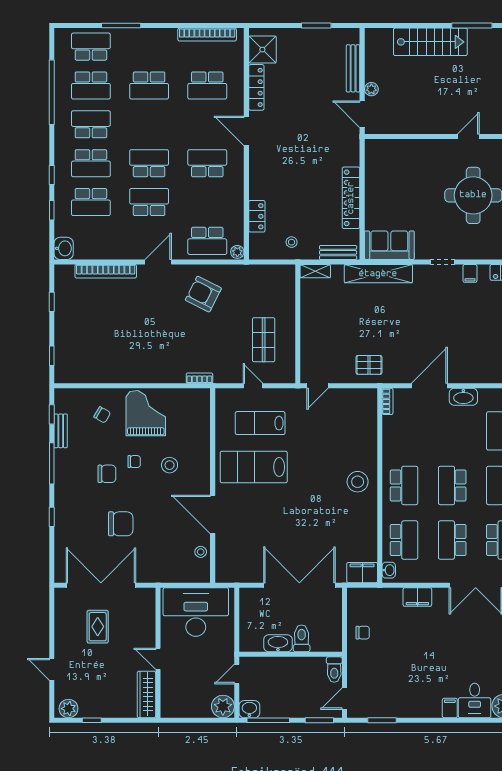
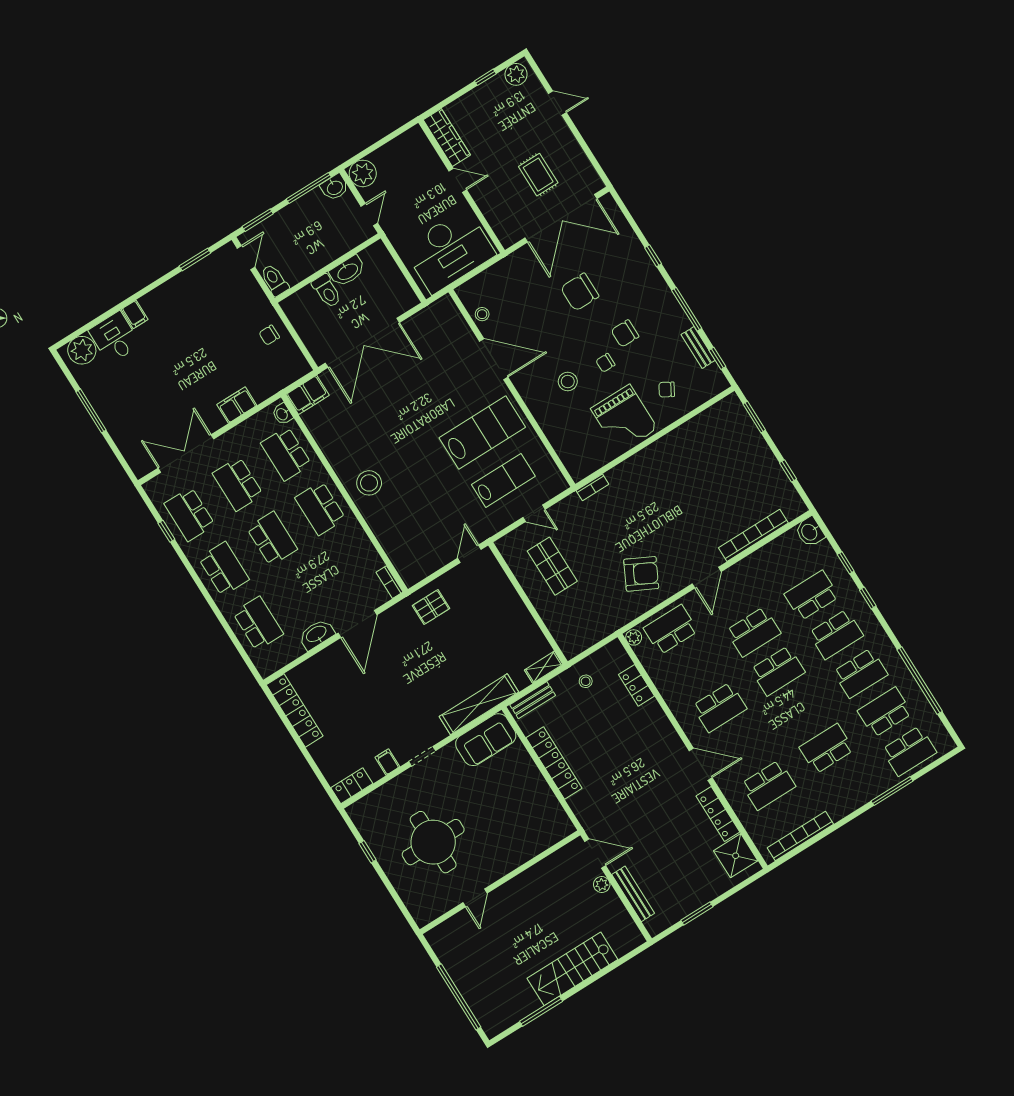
school desk: (207, 85) -> (768, 785), turned 180
school desk: (91, 163) -> (836, 634), turned 180
window: (52, 356) -> (754, 417), width x1.50
school desk: (452, 540) -> (238, 484), turned 180

